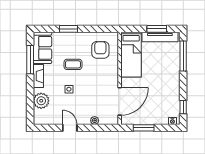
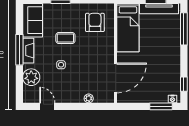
window: (30, 60) -> (19, 50), moved
door: (70, 128) -> (47, 106), moved
window: (144, 128) -> (161, 106), moved

